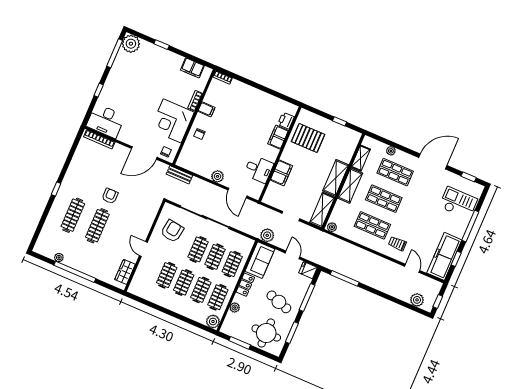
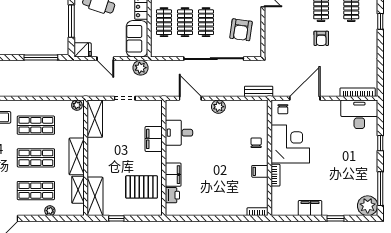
filing cabinet: (192, 68) -> (310, 208), moved
shelving: (336, 178) -> (95, 196), moved

